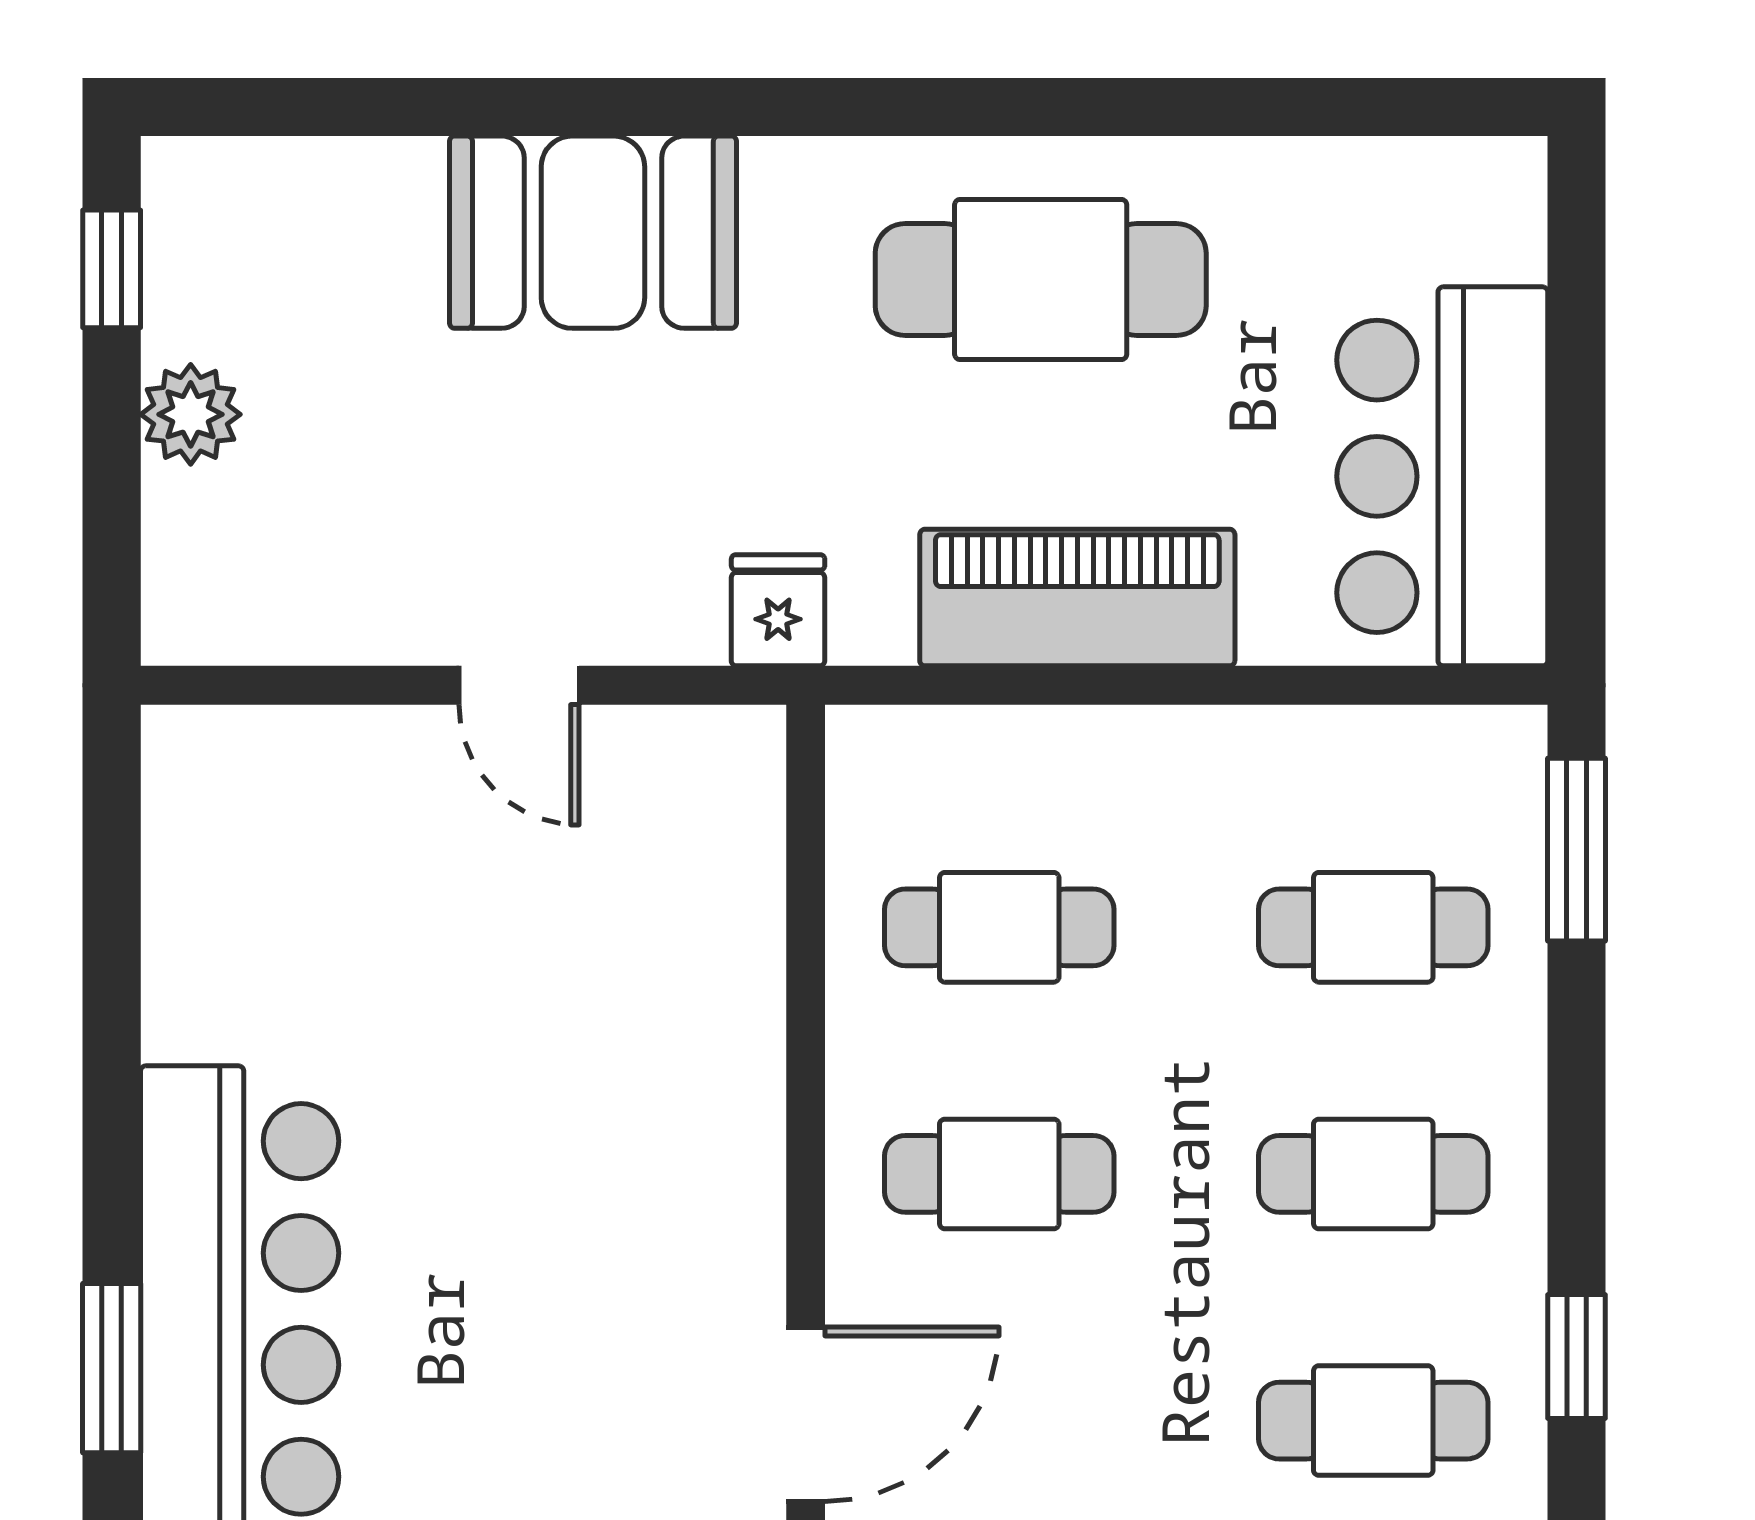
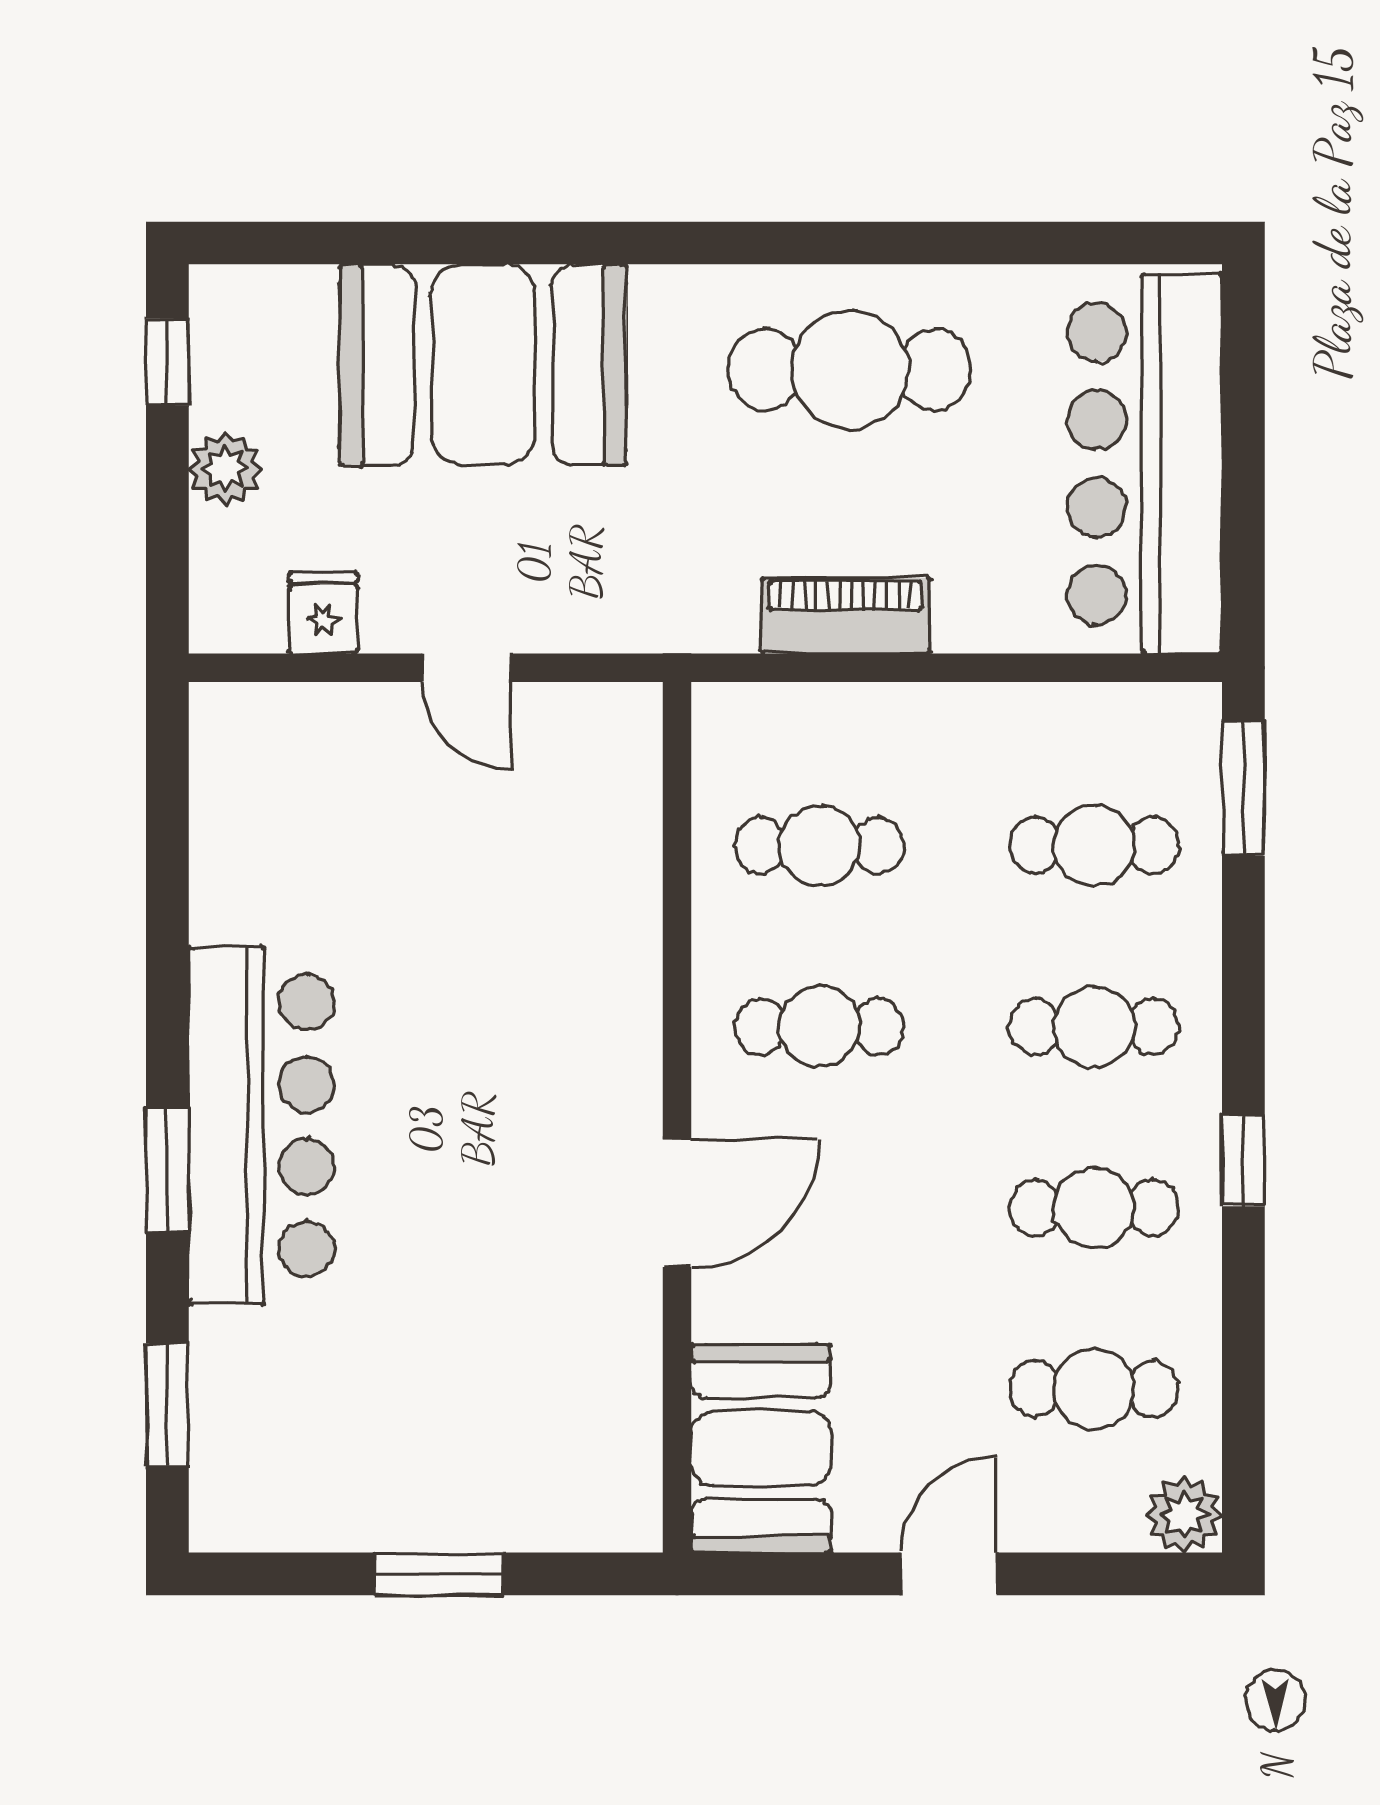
booth: (593, 232) -> (483, 365), width x1.36, depth x1.42
bar counter: (1442, 476) -> (1145, 464), width x1.36
piano: (1077, 598) -> (846, 616), width x0.73, depth x0.75
fridge: (778, 610) -> (323, 613), moved

